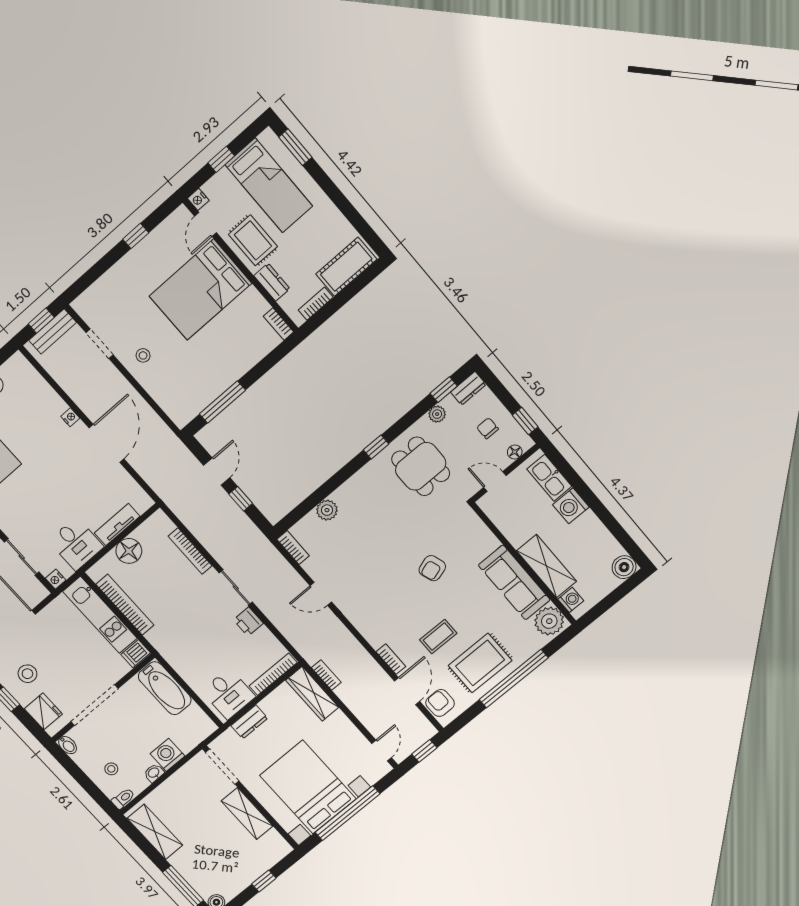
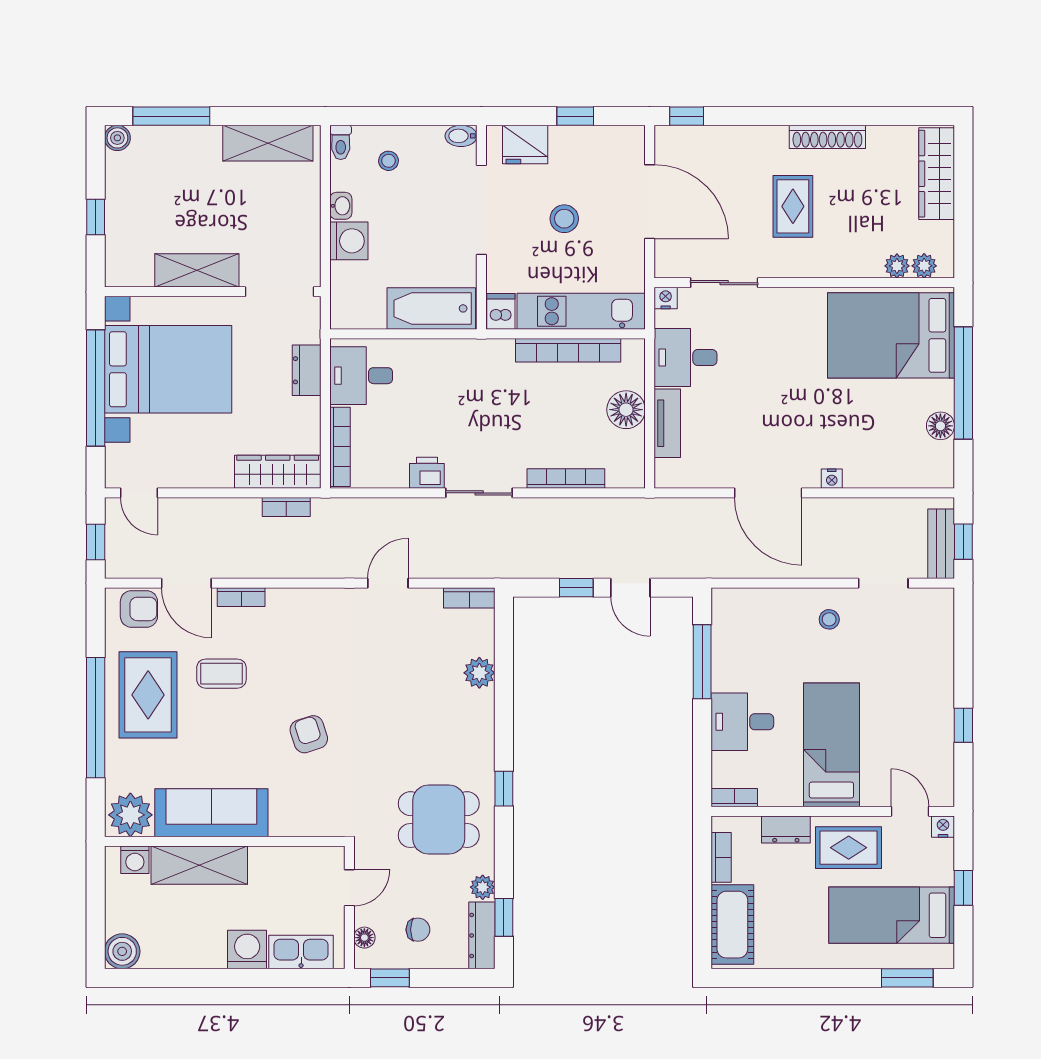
bed: (200, 290) -> (831, 745), width x0.67
desk: (235, 354) -> (742, 722), added
dresser: (468, 388) -> (482, 935), width x1.44
coffee table: (438, 637) -> (221, 674), turned 90
stool: (27, 674) -> (564, 219), moved

